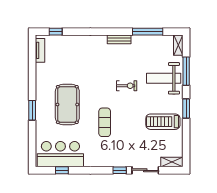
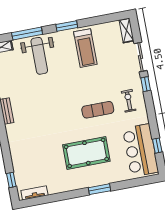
exercise bike: (127, 86) -> (129, 101), moved

